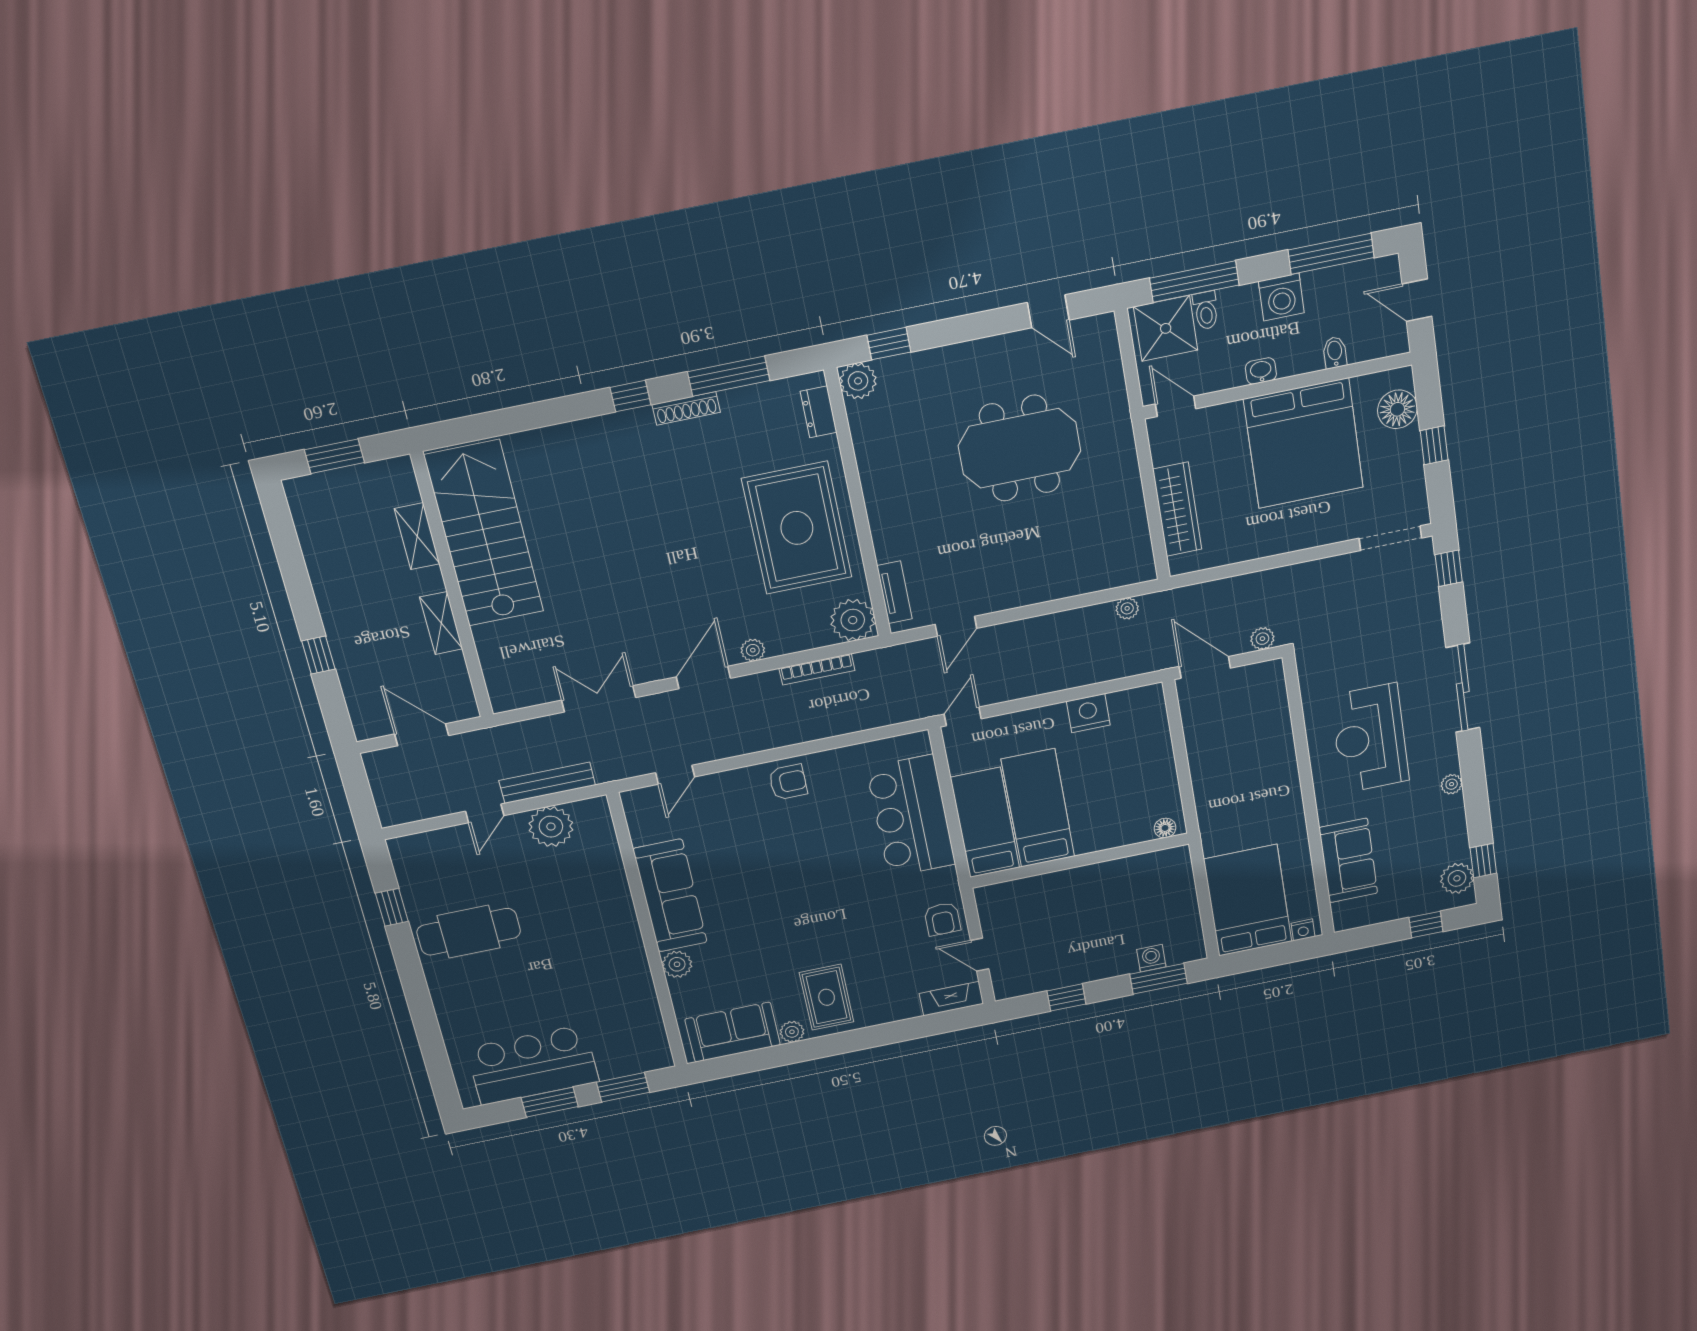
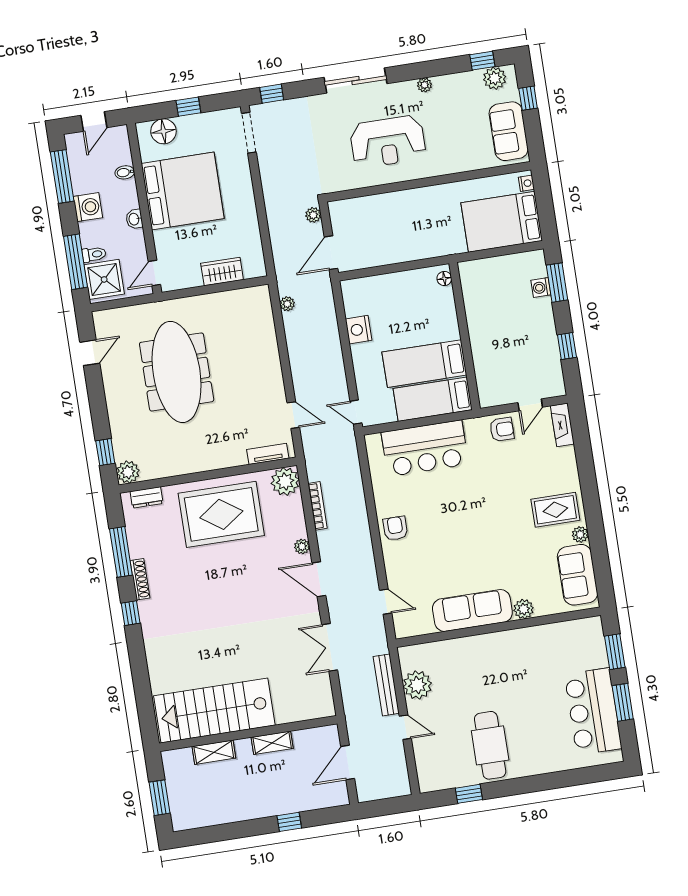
meeting table: (1019, 448) -> (177, 372), width x1.36
wardrobe: (1177, 509) -> (222, 272), width x0.67
sofa: (1348, 860) -> (509, 131), moved, turned -90

